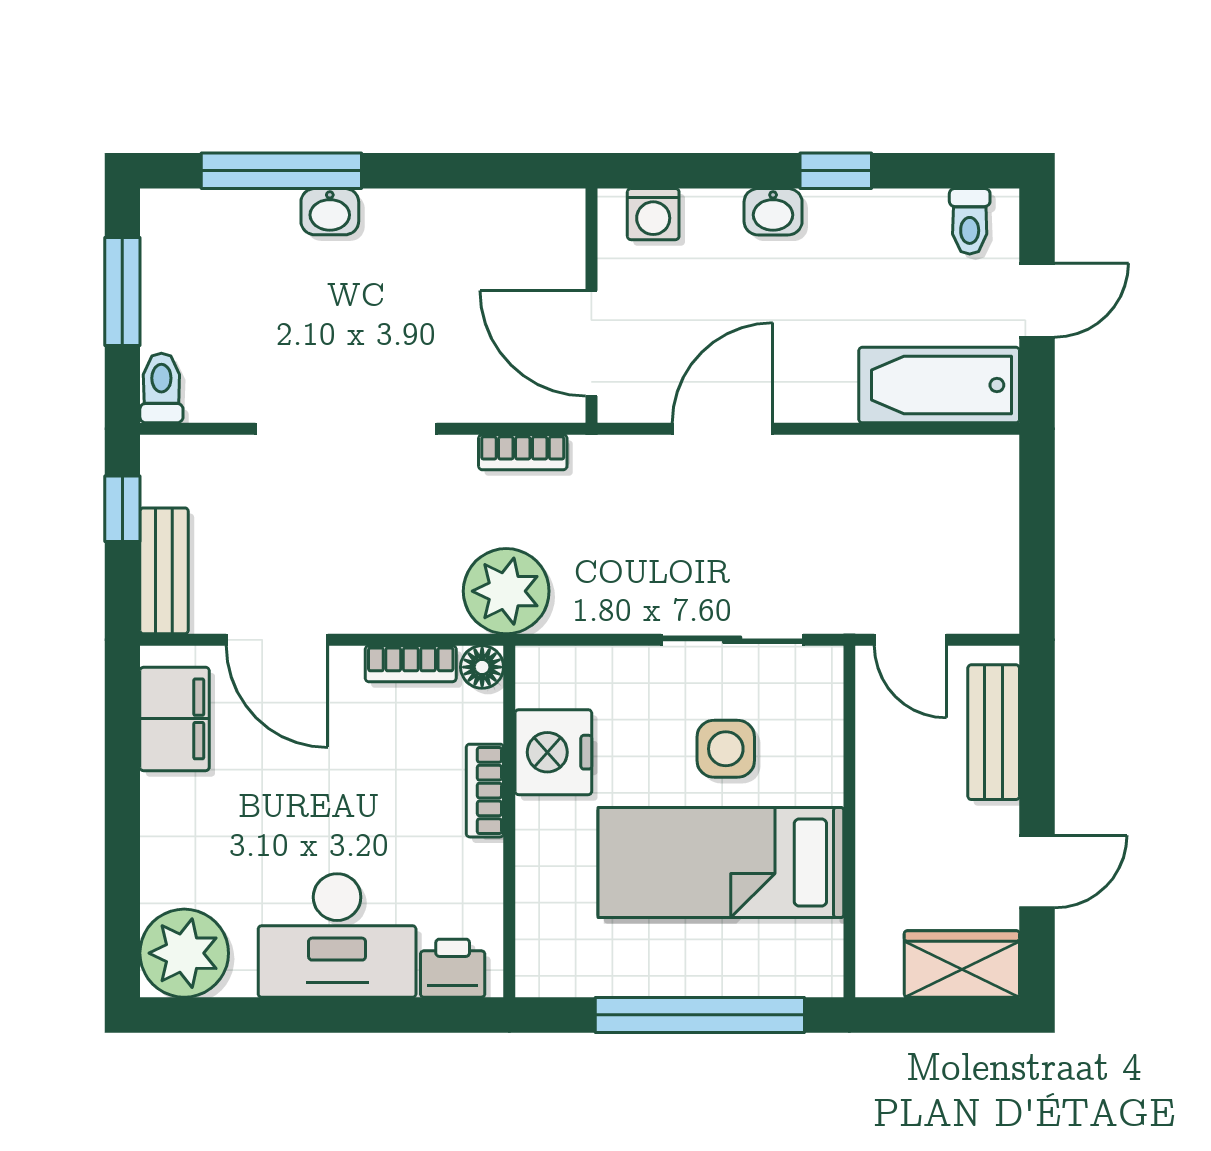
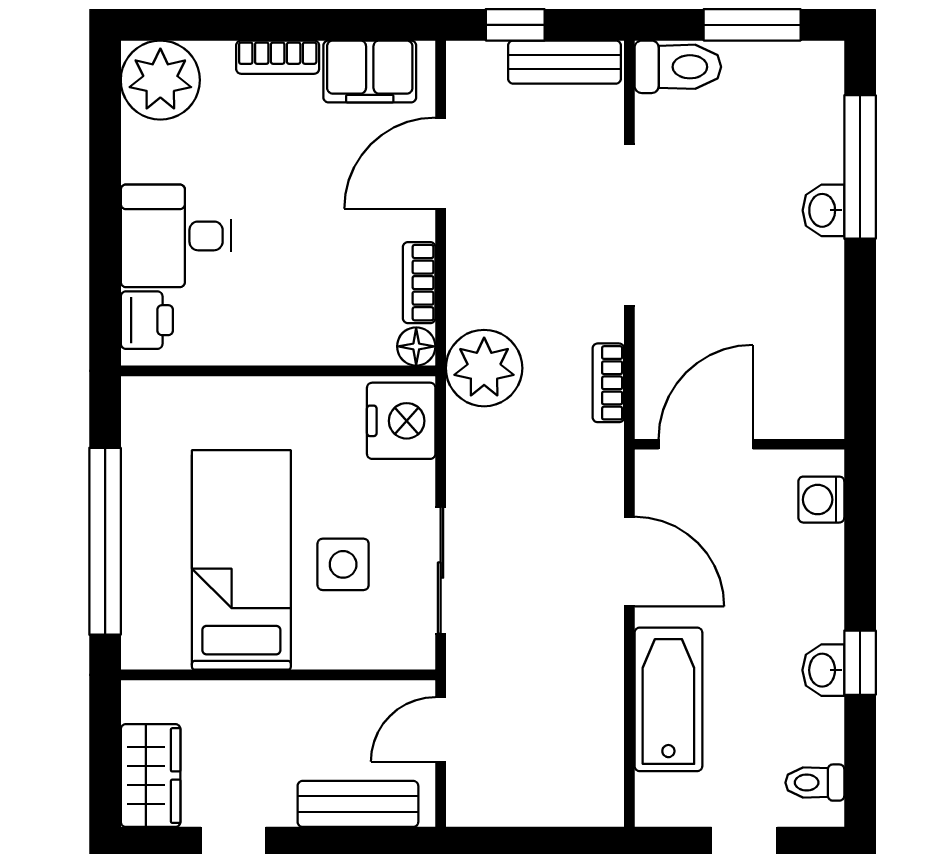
washbasin: (773, 212) -> (823, 670), moved
bathtub: (939, 385) -> (668, 699), moved
toilet: (161, 388) -> (678, 67), width x1.37, depth x1.39
window: (122, 509) -> (515, 25), moved
bench: (164, 571) -> (564, 62), moved
nightstand: (553, 752) -> (401, 421), moved, turned 90
bookcase: (485, 791) -> (278, 57), moved, turned 180
desk: (337, 935) -> (176, 236), width x0.73

